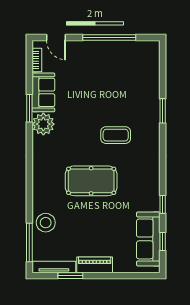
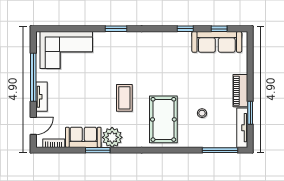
tv unit: (88, 47) -> (42, 97), added
corner sofa: (139, 74) -> (66, 50), added
window: (163, 111) -> (116, 29), moved
coffee table: (116, 135) -> (124, 98), moved
pool table: (91, 181) -> (163, 119), moved
stool: (46, 223) -> (202, 113), moved, width x0.53, depth x0.53

